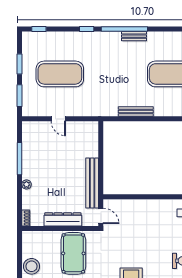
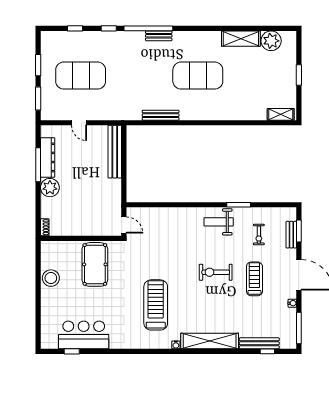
window: (39, 29) -> (75, 28), moved
bench: (92, 183) -> (115, 152), moved
plant: (26, 184) -> (50, 188), width x1.88, depth x1.88
dresser: (63, 219) -> (48, 157), moved, turned 90

